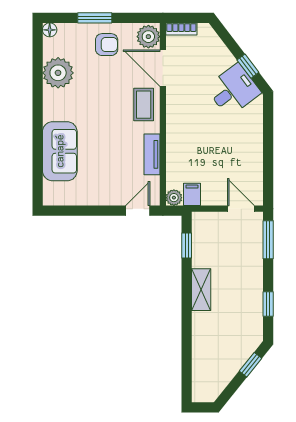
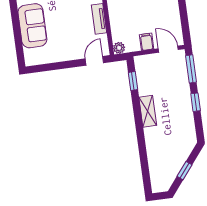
filing cabinet: (192, 194) -> (147, 42), moved
window: (268, 304) -> (196, 102), moved
window: (250, 365) -> (184, 171), moved

